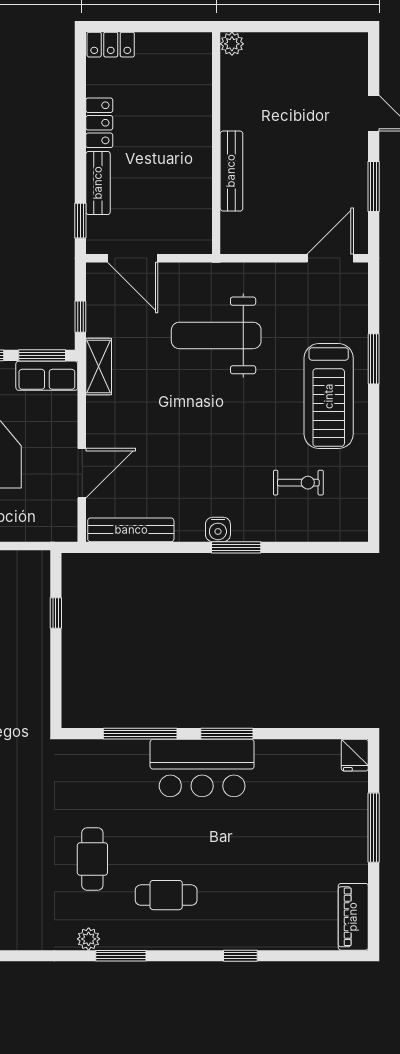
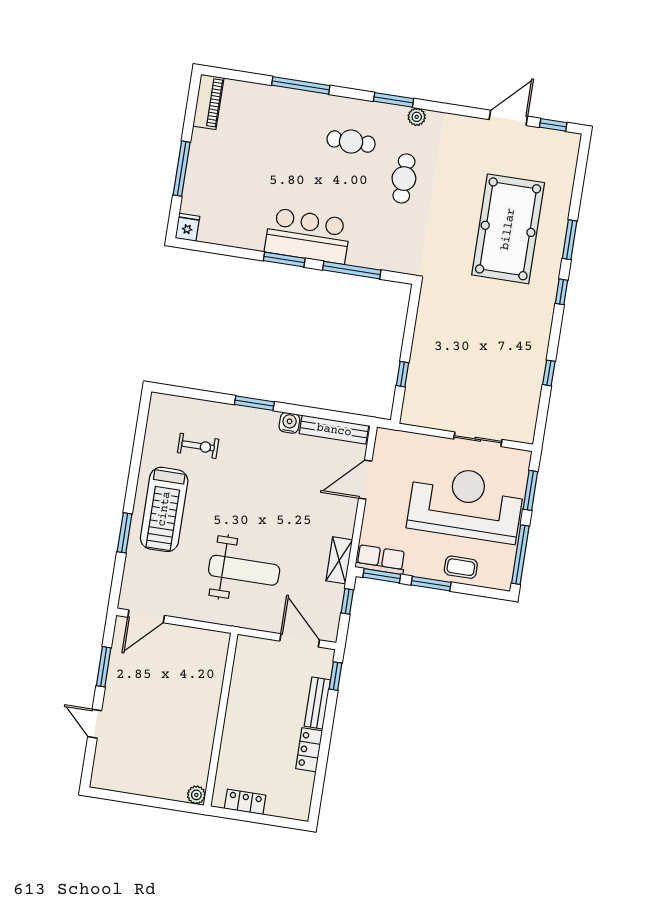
locker: (111, 45) -> (245, 802), moved
bench: (231, 171) -> (212, 696), removed
treadmill: (329, 396) -> (164, 509), turned 180
exercise bike: (298, 483) -> (198, 446), turned 180
water cooler: (218, 529) -> (289, 423), moved
window: (240, 956) -> (301, 85), width x2.17

